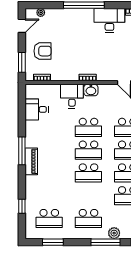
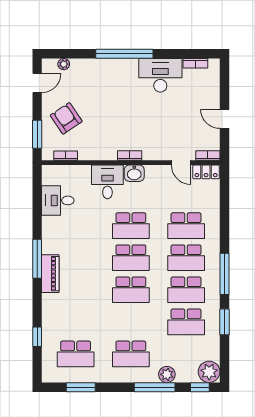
armchair: (43, 51) -> (66, 118), turned -124

